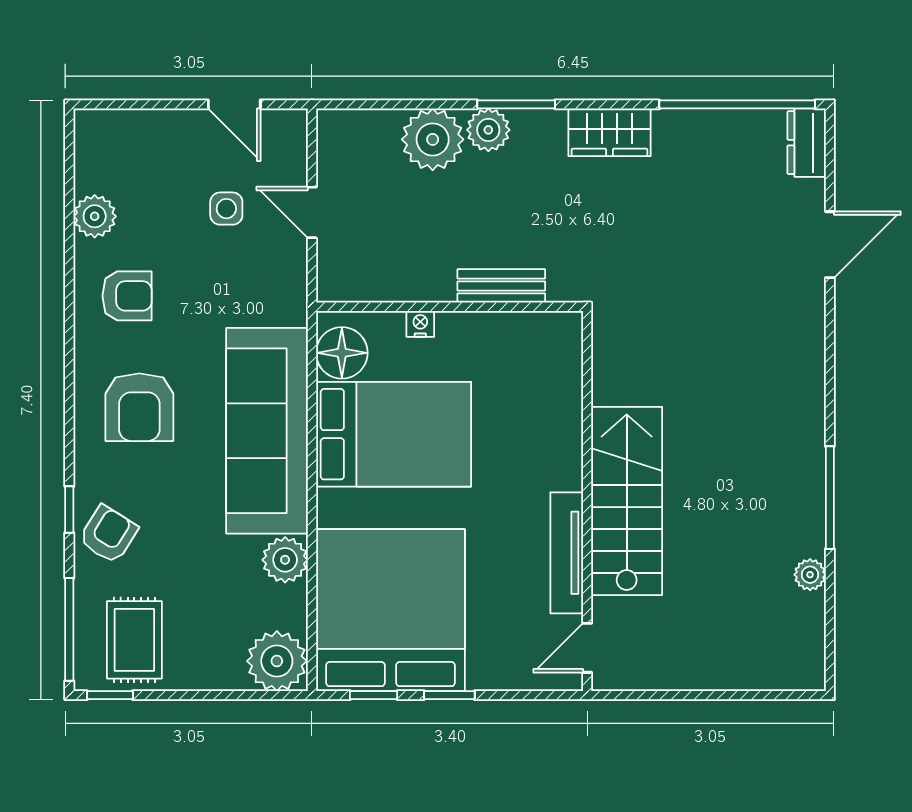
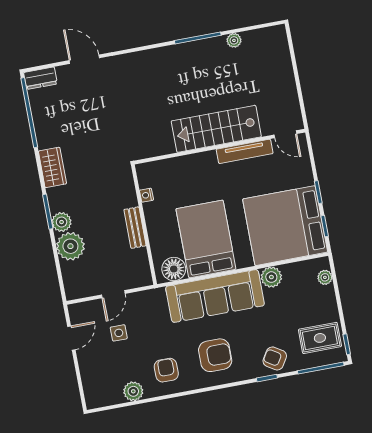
bench: (501, 286) -> (135, 228), moved
nightstand: (420, 324) -> (147, 195), moved
plant: (277, 661) -> (325, 277), width x0.53, depth x0.53

